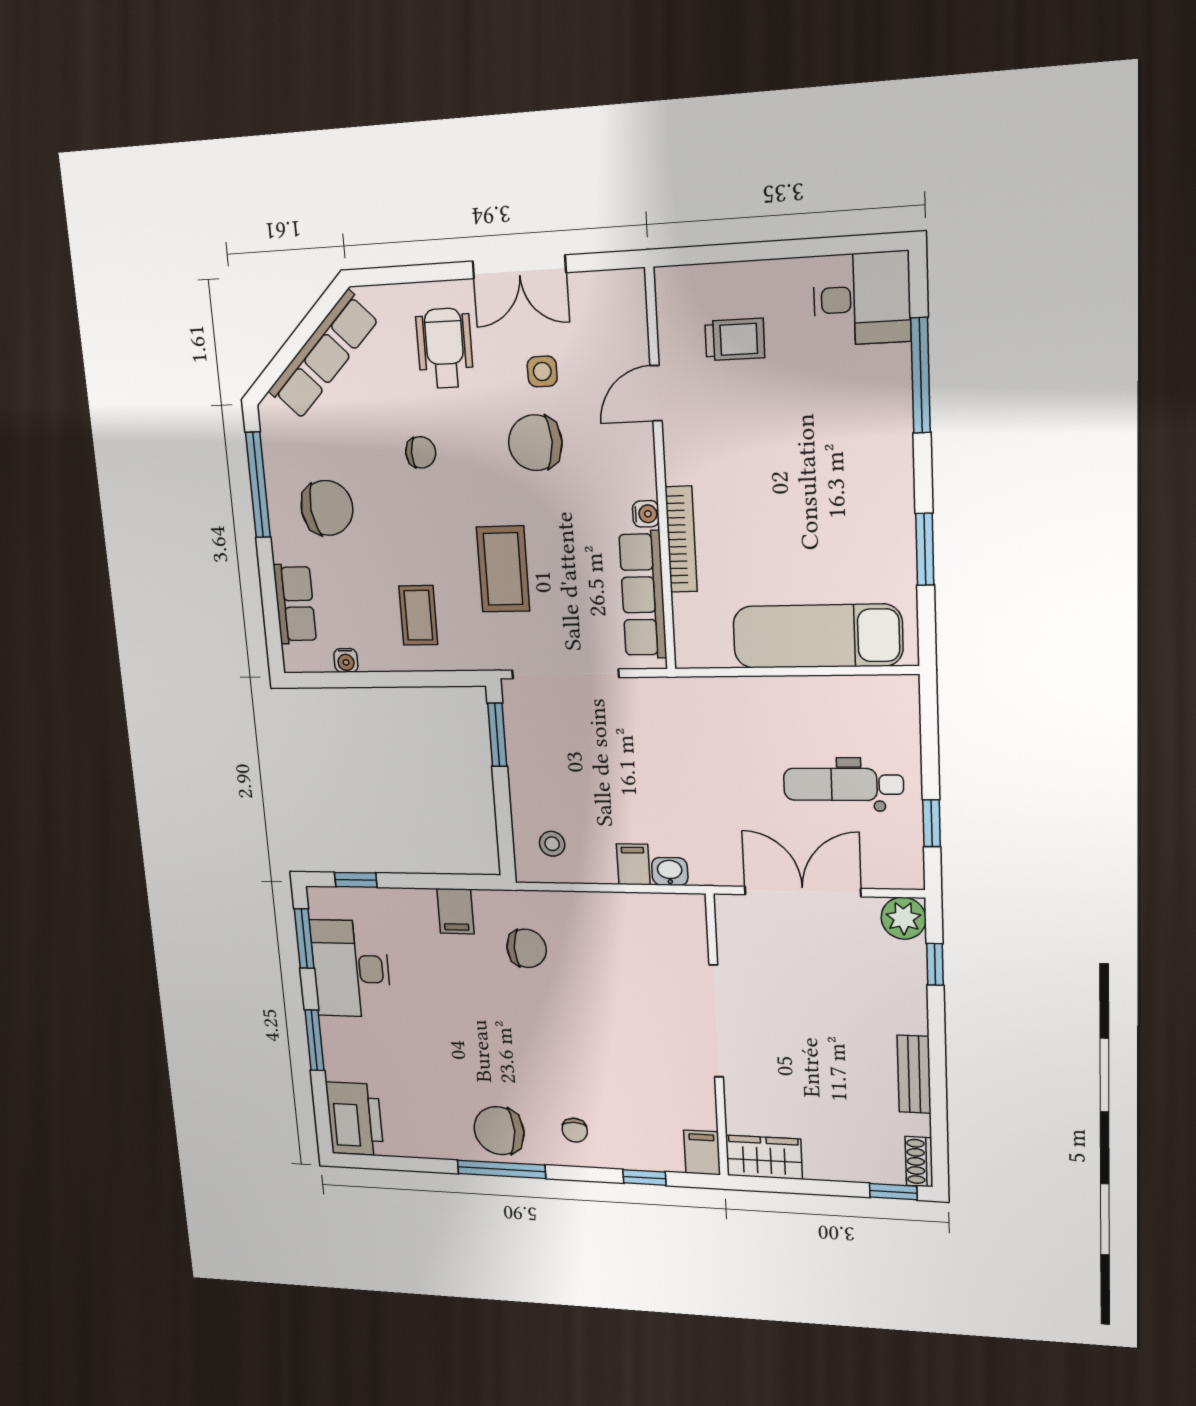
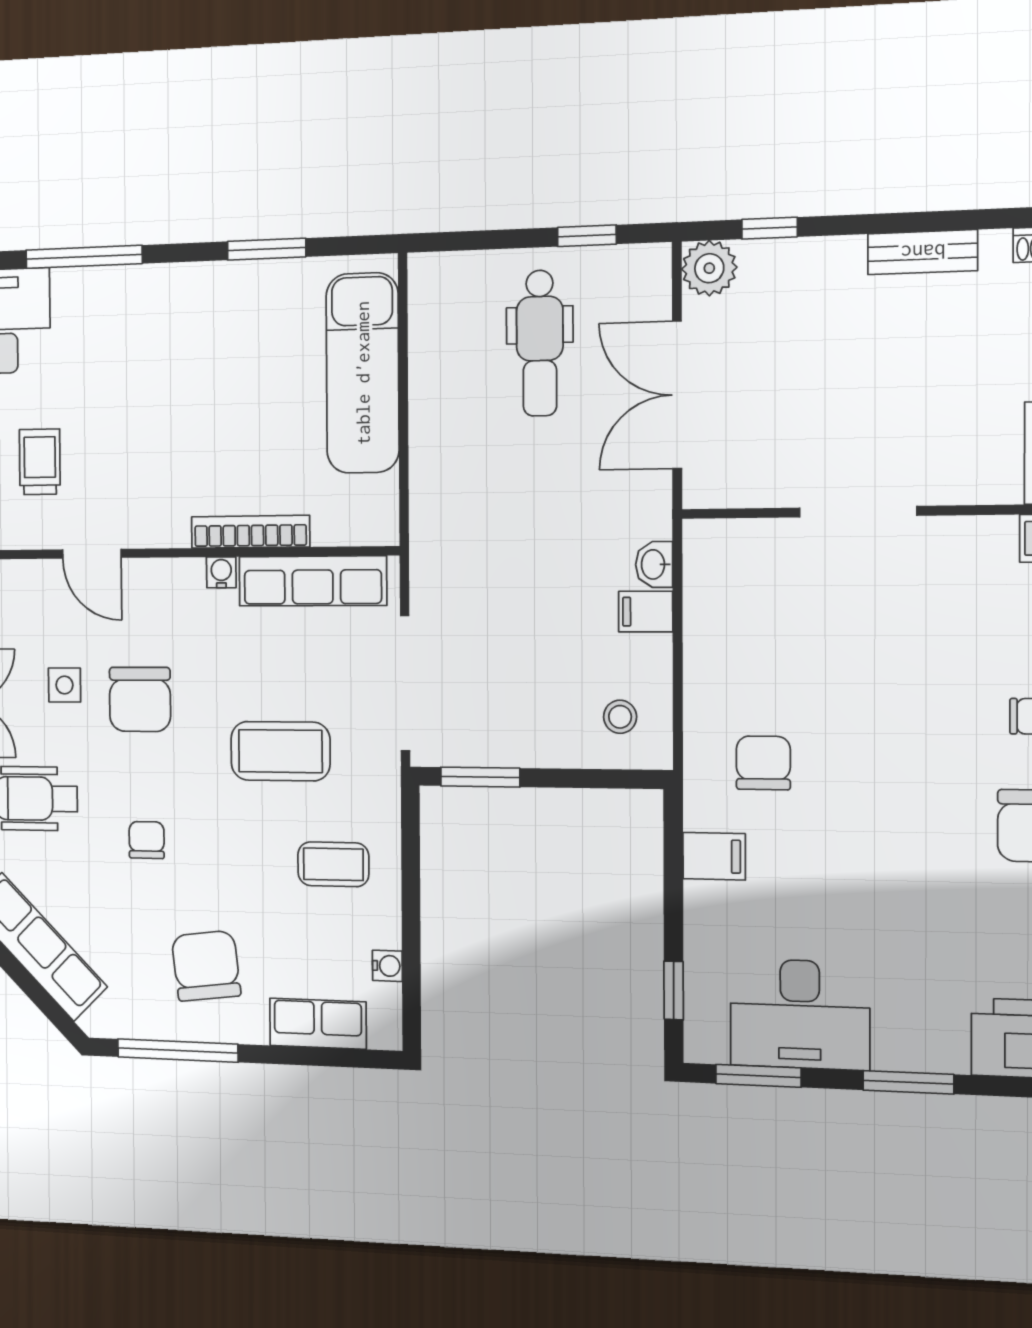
doorway: (716, 1021) -> (858, 512), width x0.73

